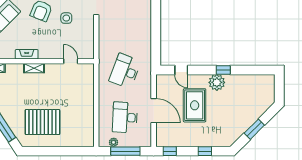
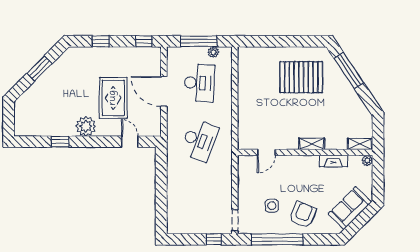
fireplace: (27, 54) -> (333, 161), moved
door: (71, 61) -> (266, 152), hinge flipped
window: (223, 70) -> (60, 142), moved

